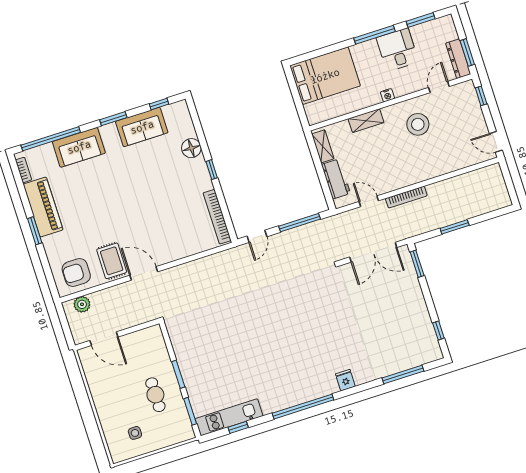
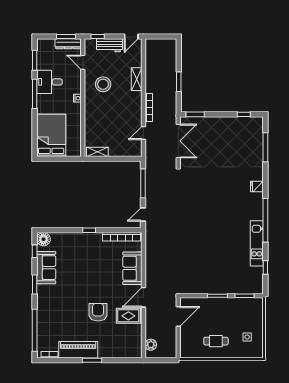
shelving: (366, 121) -> (137, 79), moved
sofa: (79, 147) -> (132, 268), moved, turned 180
floor lamp: (191, 148) -> (43, 239), moved
workbench: (336, 179) -> (109, 45), moved, turned 180
door: (257, 236) -> (143, 215), swing flipped
armchair: (76, 272) -> (98, 312), moved, turned 180
door: (104, 339) -> (178, 317), moved
cafe table: (155, 395) -> (216, 341), moved
kitchen unit: (229, 417) -> (257, 243), moved

